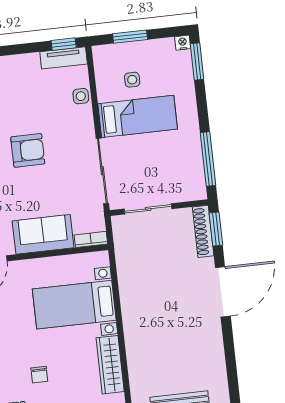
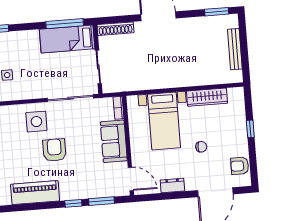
side table: (81, 96) -> (36, 122), moved, width x1.87, depth x1.87
bed: (138, 116) -> (67, 39), moved, turned -90
window: (216, 229) -> (217, 12), moved
chair: (39, 375) -> (201, 147), moved

